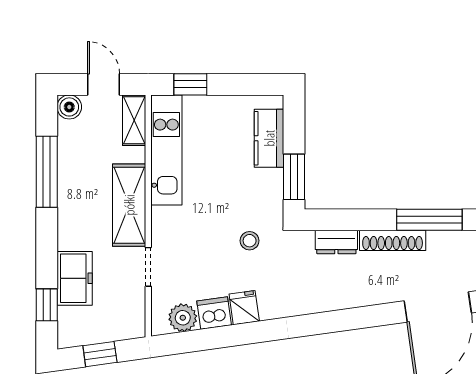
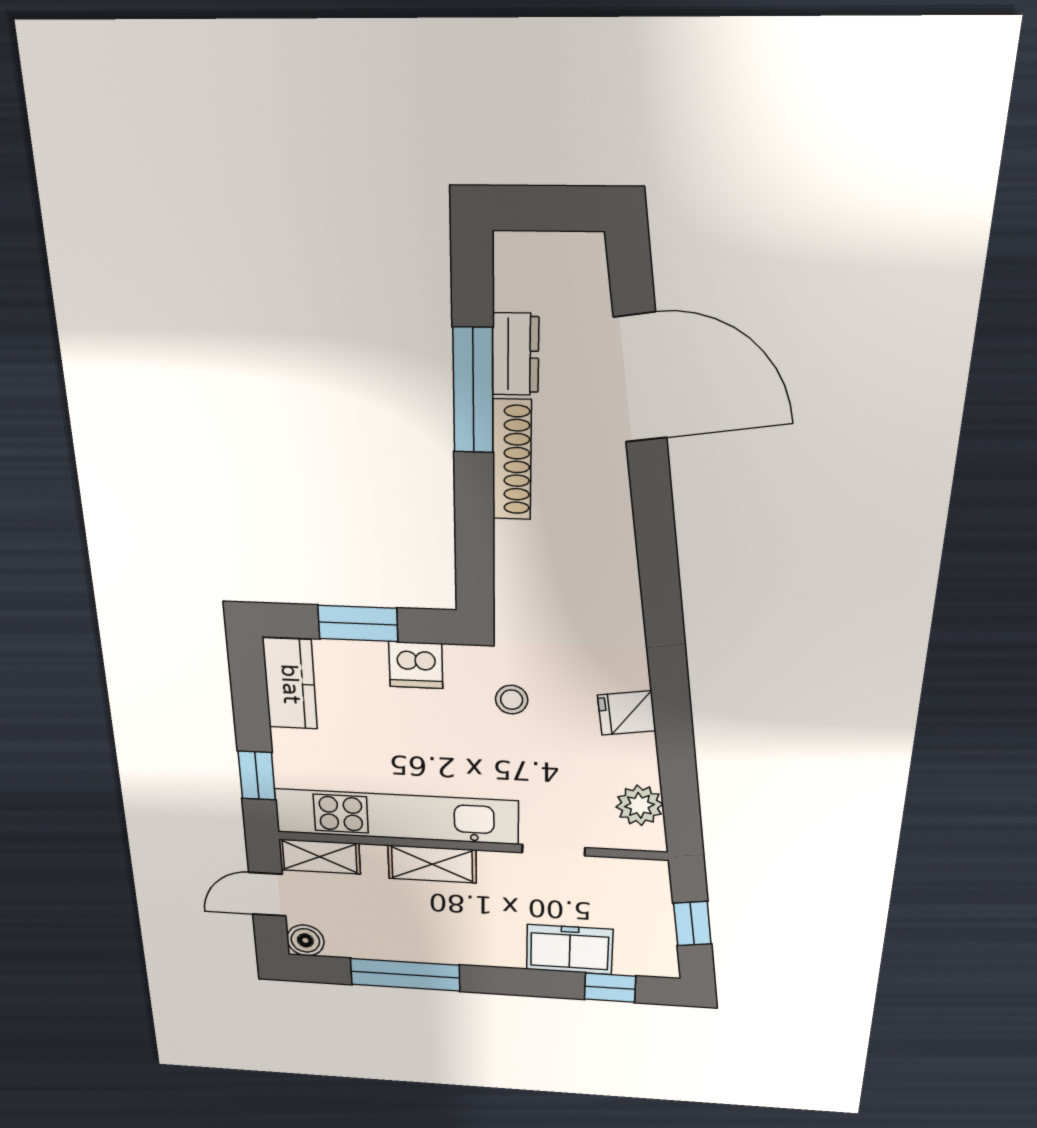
kitchen counter: (269, 138) -> (290, 684), moved, turned -90
kitchen unit: (166, 150) -> (396, 817), width x1.36
window: (294, 177) -> (358, 623), moved
shelving: (129, 205) -> (432, 864), width x0.67, depth x0.75
dresser: (336, 242) -> (516, 354), moved
dishwasher: (214, 313) -> (416, 665), moved, turned -82

